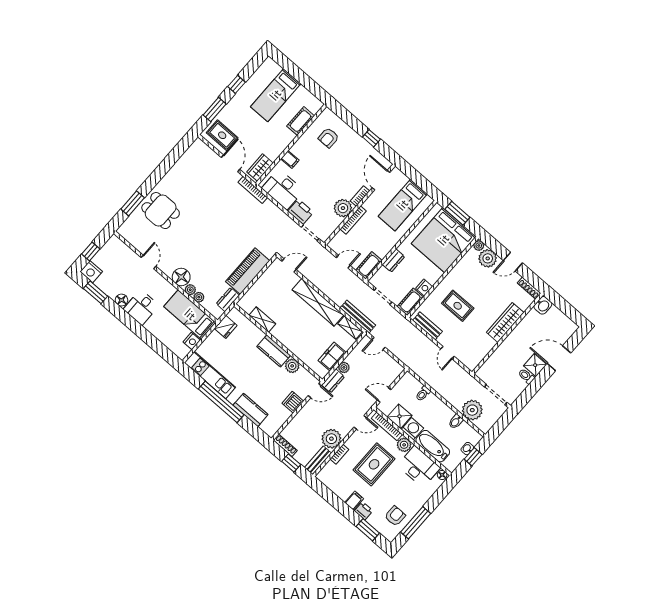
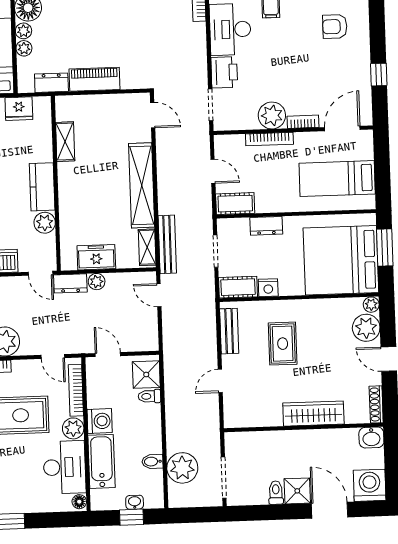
piano: (248, 271) -> (94, 79), width x0.73, depth x0.75
washing machine: (565, 328) -> (370, 485), added
shower: (399, 416) -> (146, 375), moved

